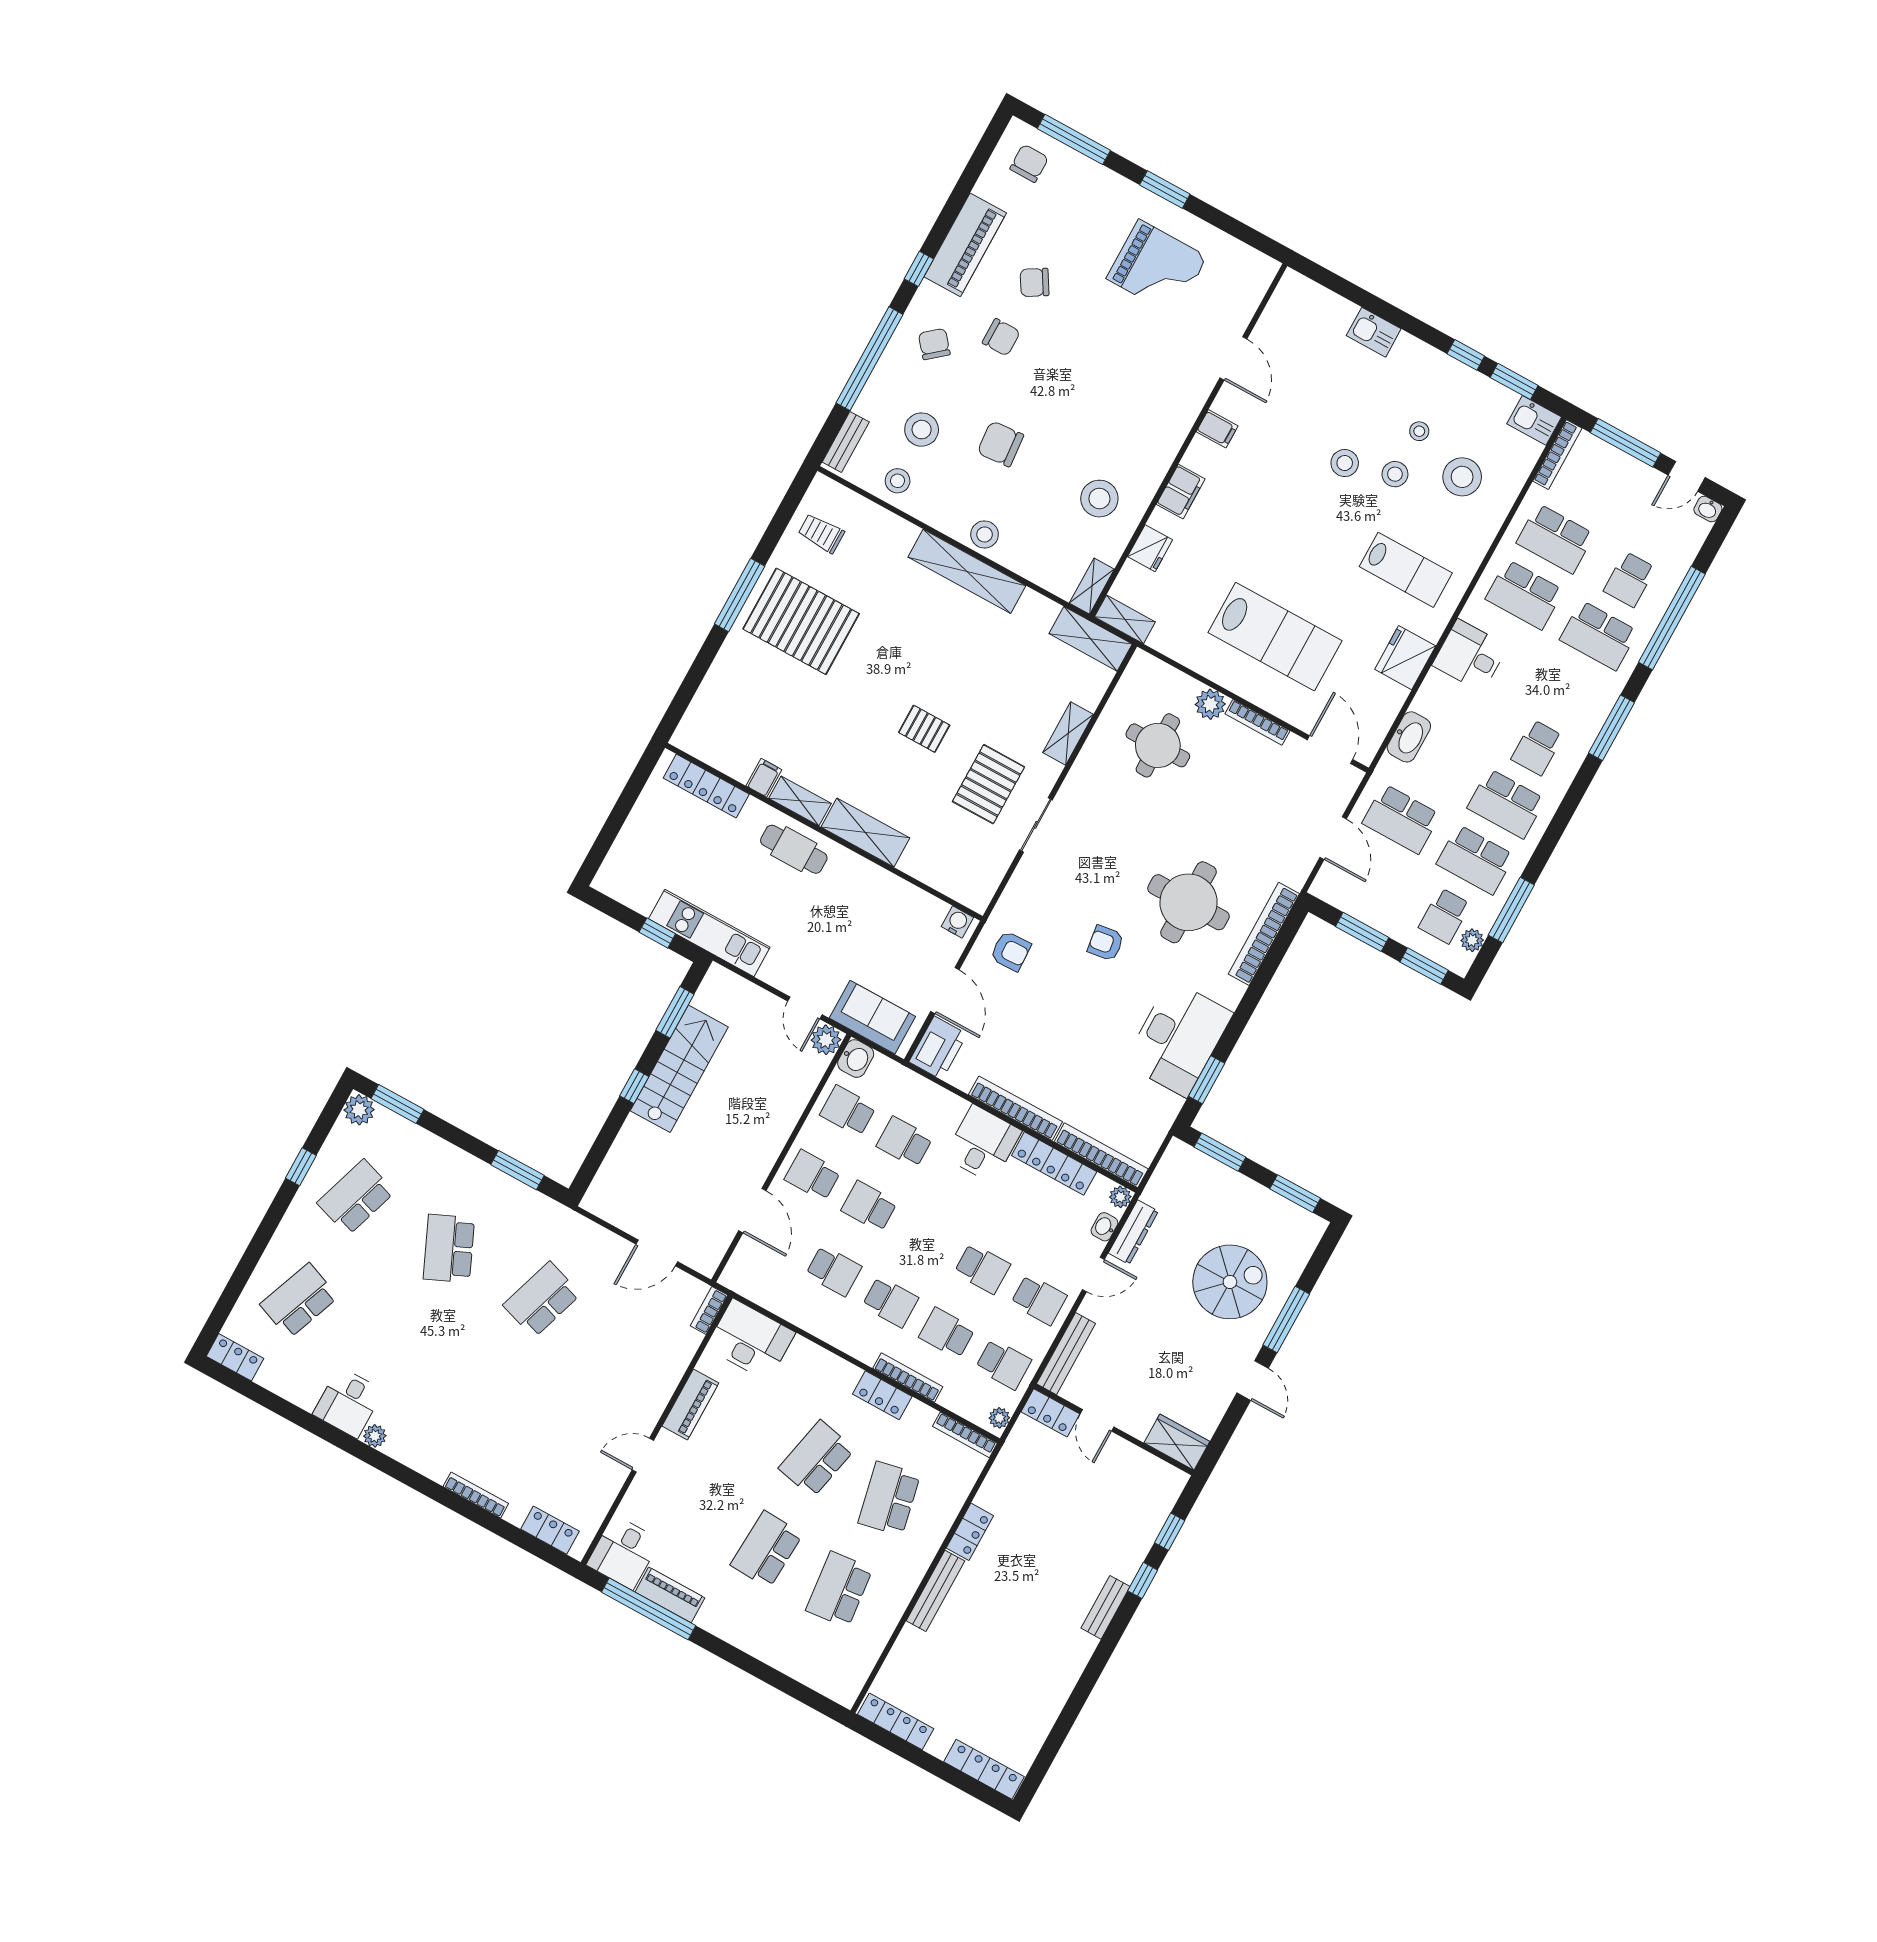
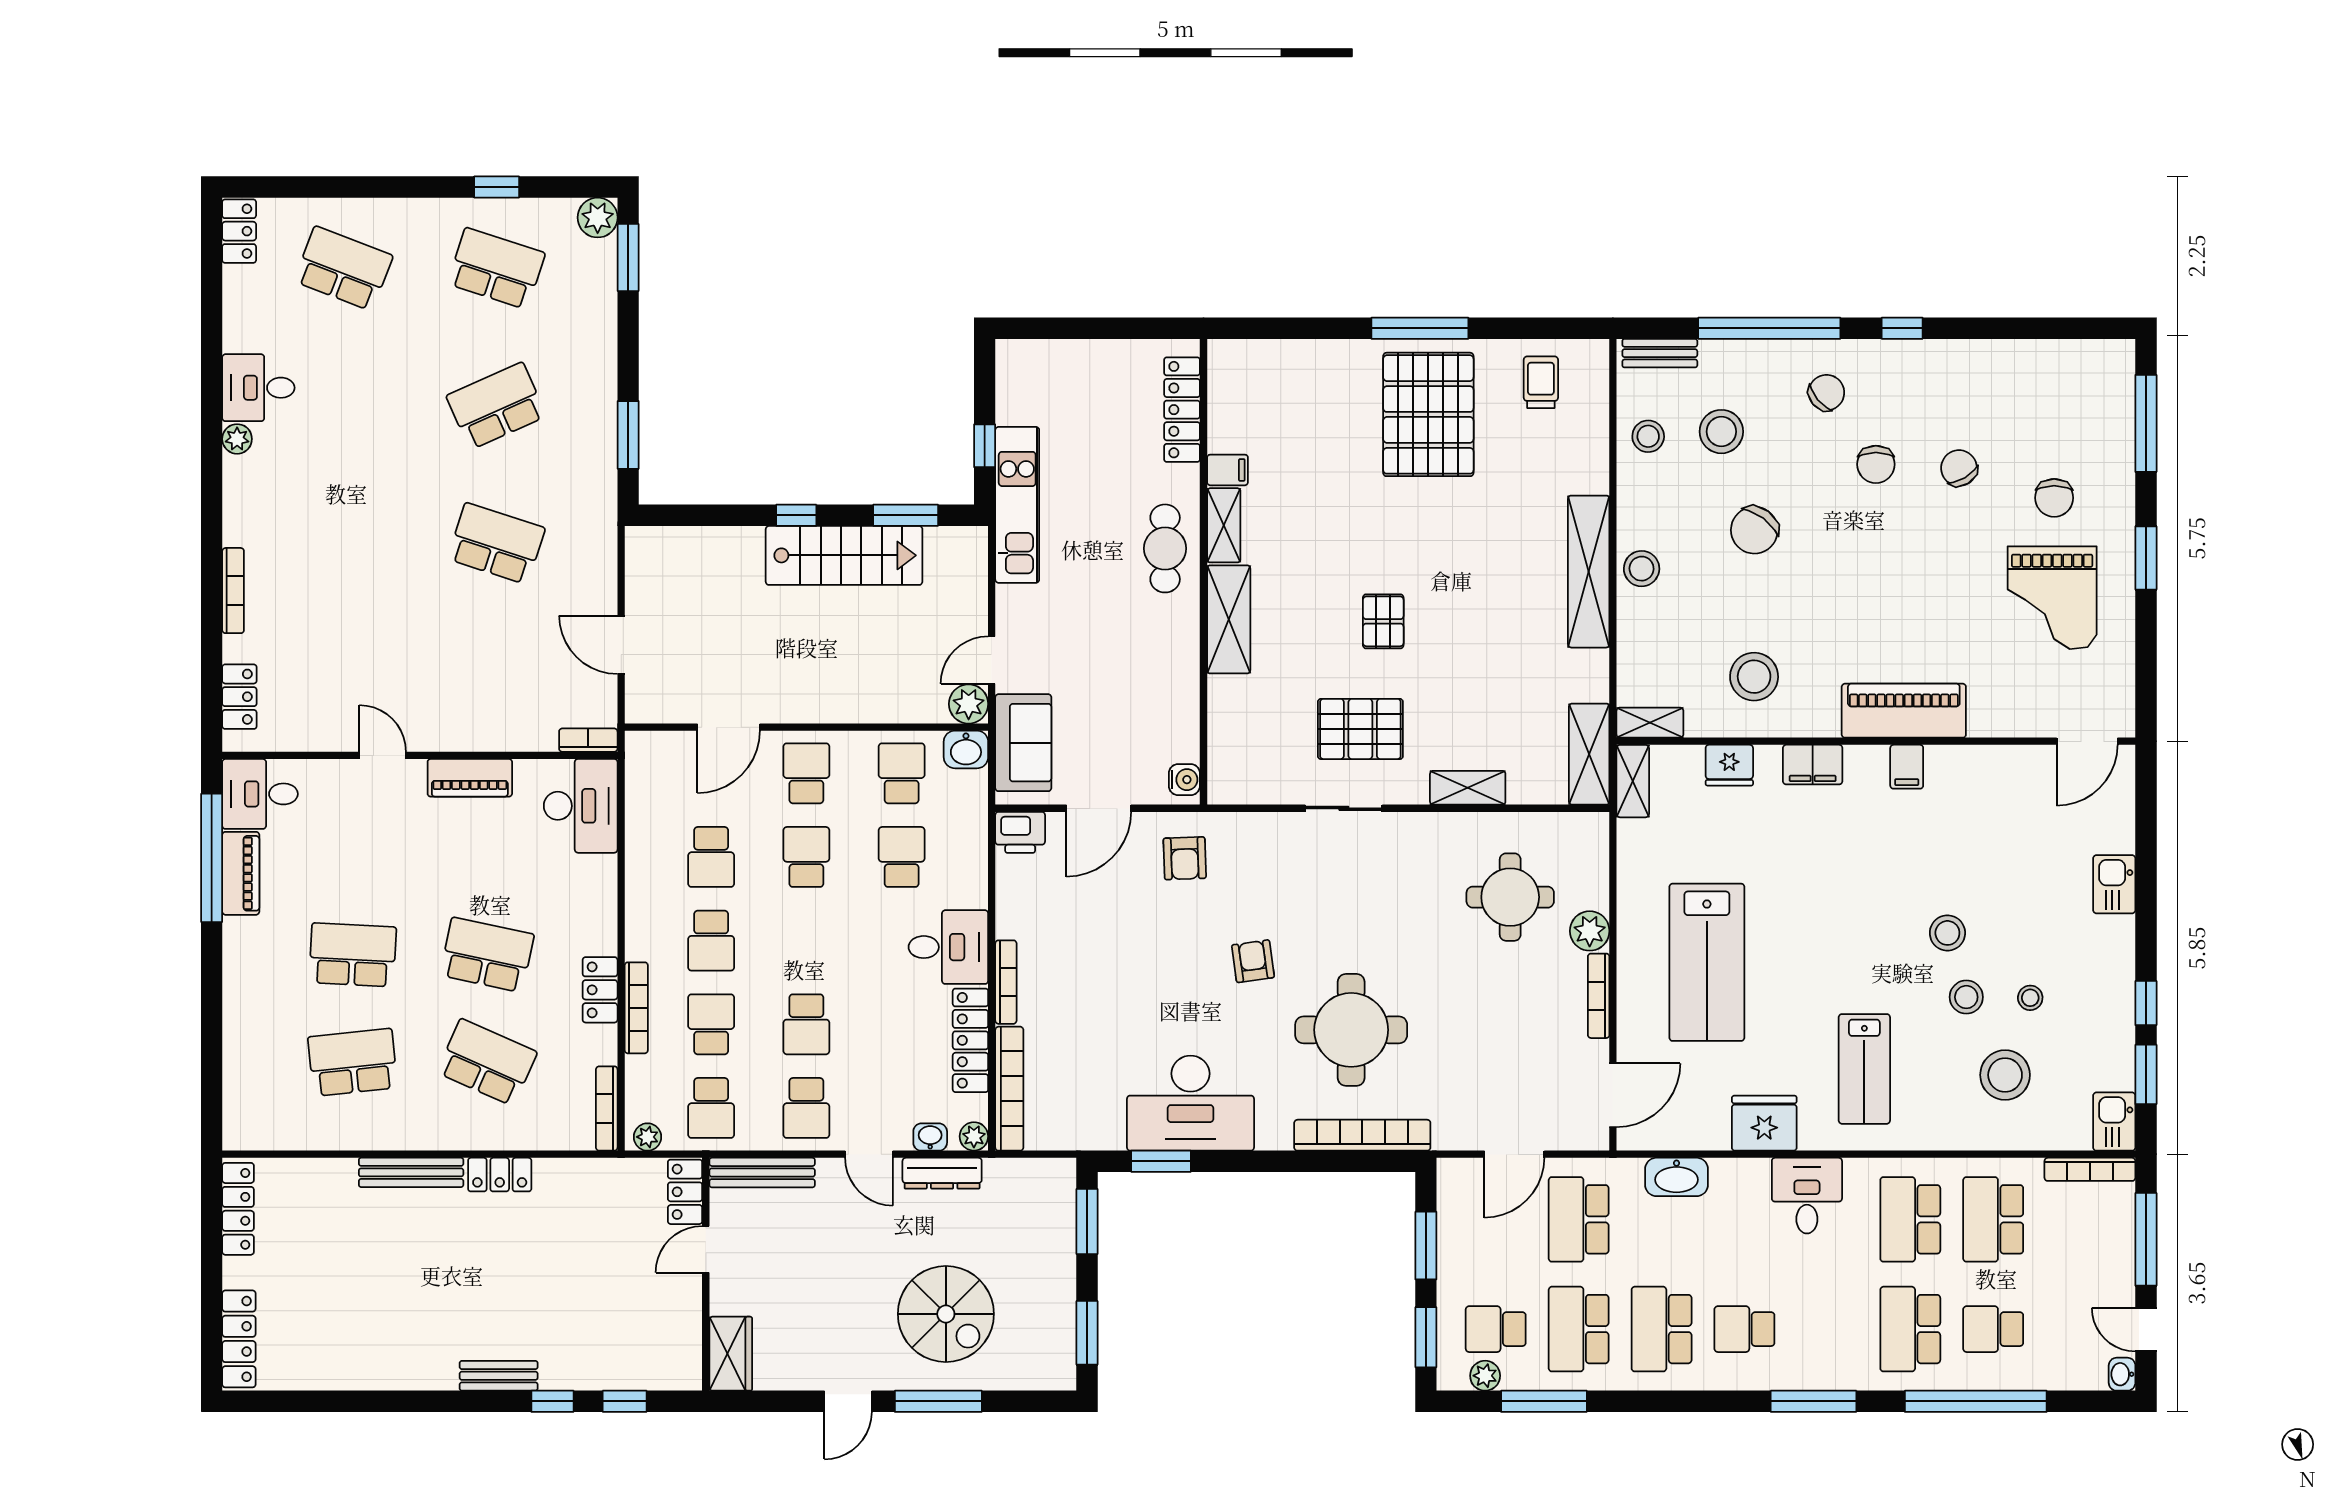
chair: (1029, 163) -> (2054, 498), moved, turned 90
piano: (965, 245) -> (1904, 711), moved, turned 180
door: (1233, 358) -> (2087, 741), moved
chair: (1000, 444) -> (1754, 530), turned -138
printer: (938, 1048) -> (1020, 832), width x0.73, depth x0.84
bookcase: (1016, 1108) -> (1006, 982), width x0.68, depth x0.76
school desk: (889, 1499) -> (487, 1062), turned 36

